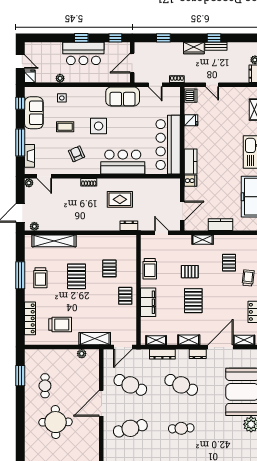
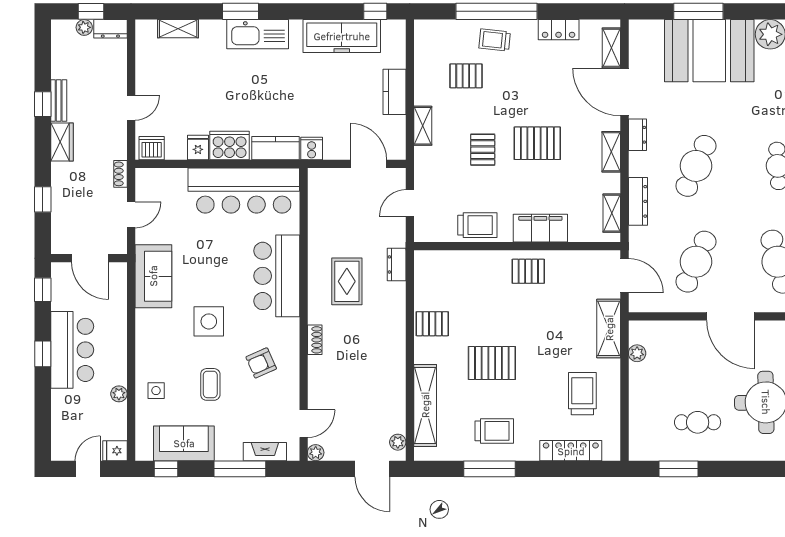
cooker: (192, 137) -> (230, 145), added
pallet: (109, 268) -> (432, 324), moved

